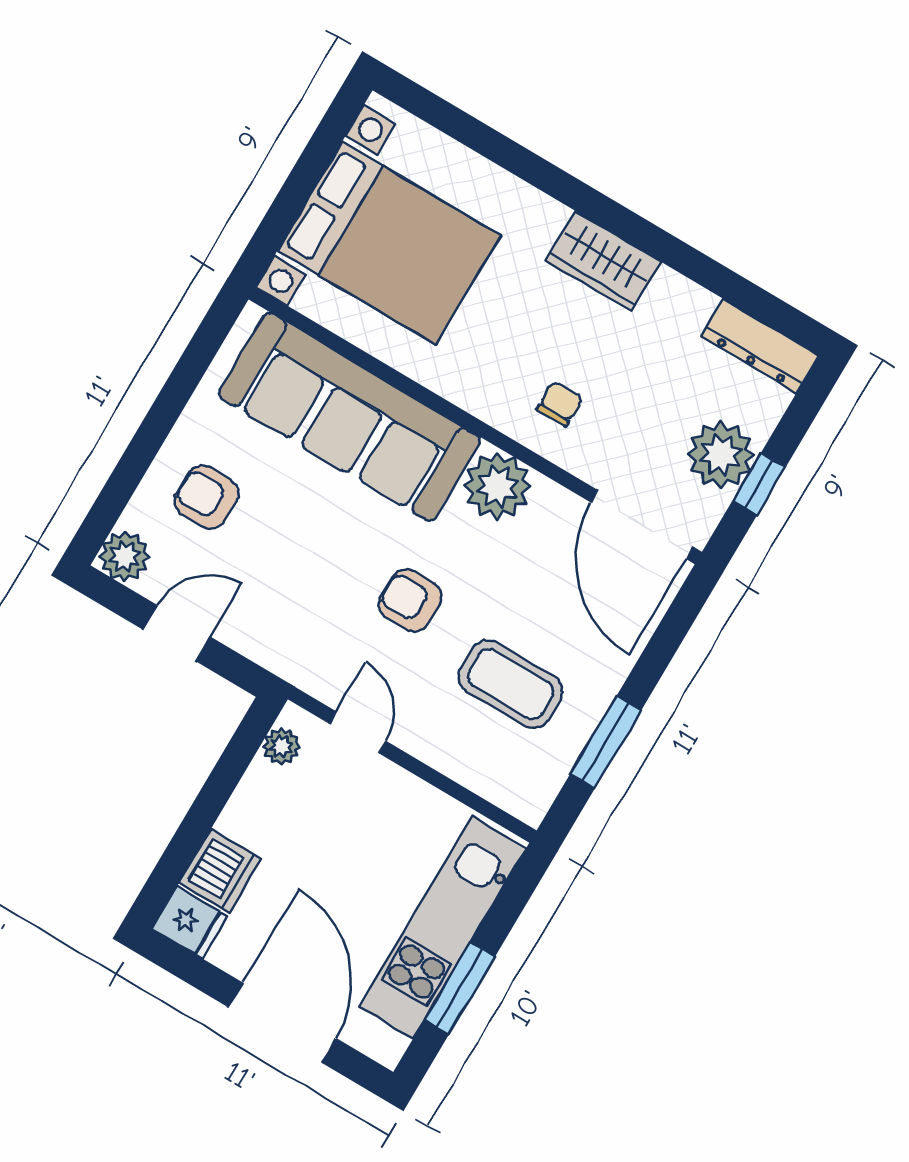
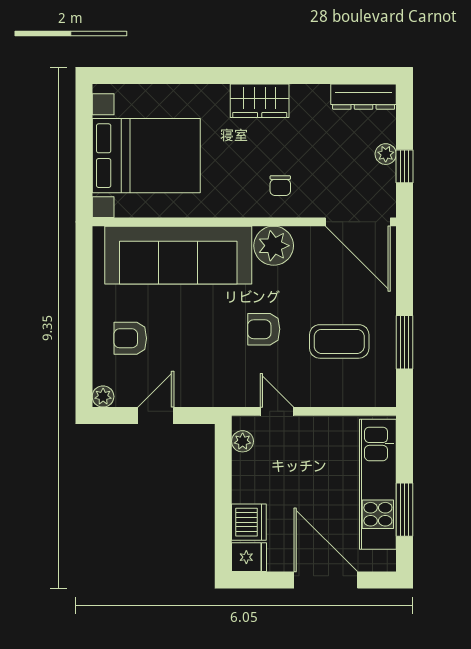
chair: (560, 404) -> (280, 186), turned 180
plant: (721, 455) -> (386, 154), width x0.53, depth x0.53
plant: (125, 557) -> (103, 397), width x0.73, depth x0.73

